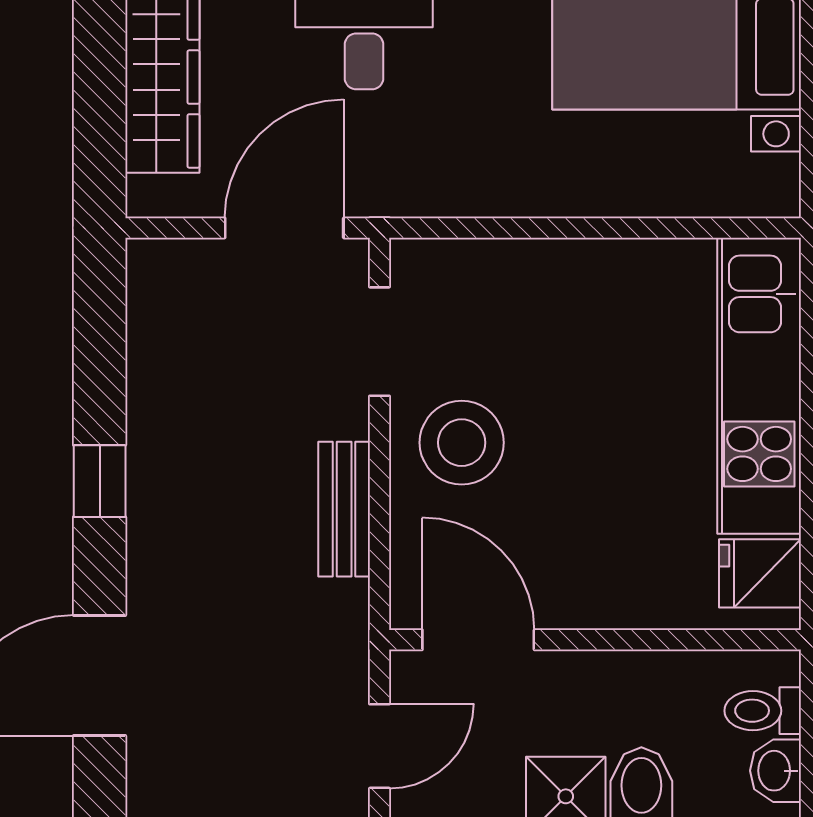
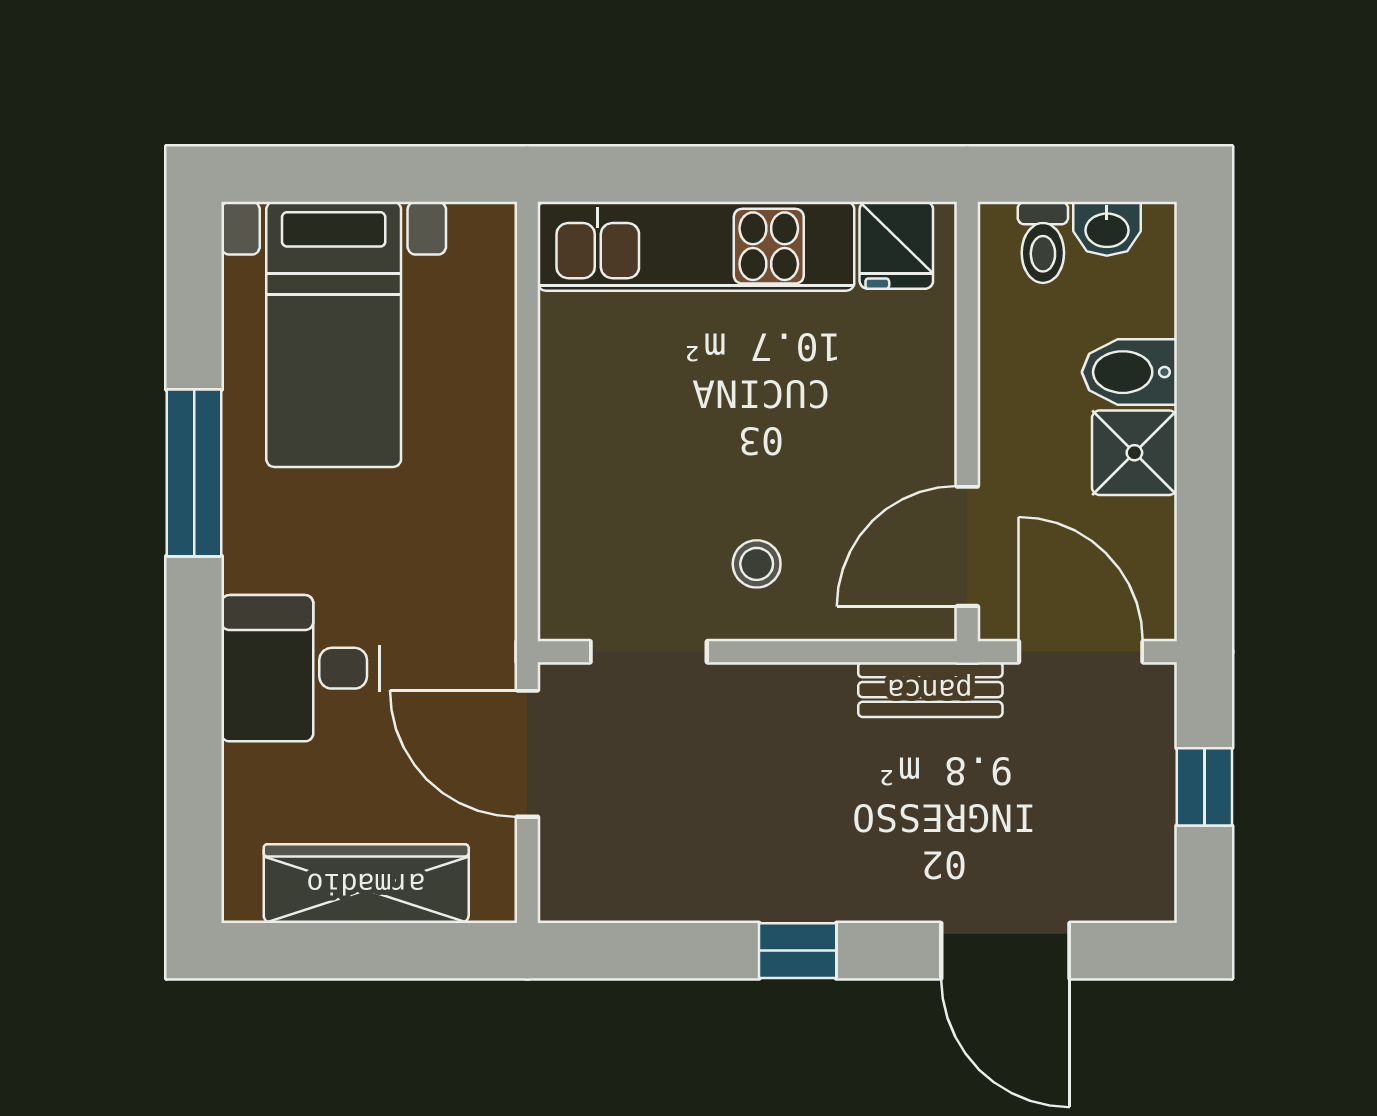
stool: (462, 443) -> (757, 564), width x0.53, depth x0.53
bench: (344, 509) -> (930, 690), moved
door: (379, 746) -> (1081, 652), width x1.38

